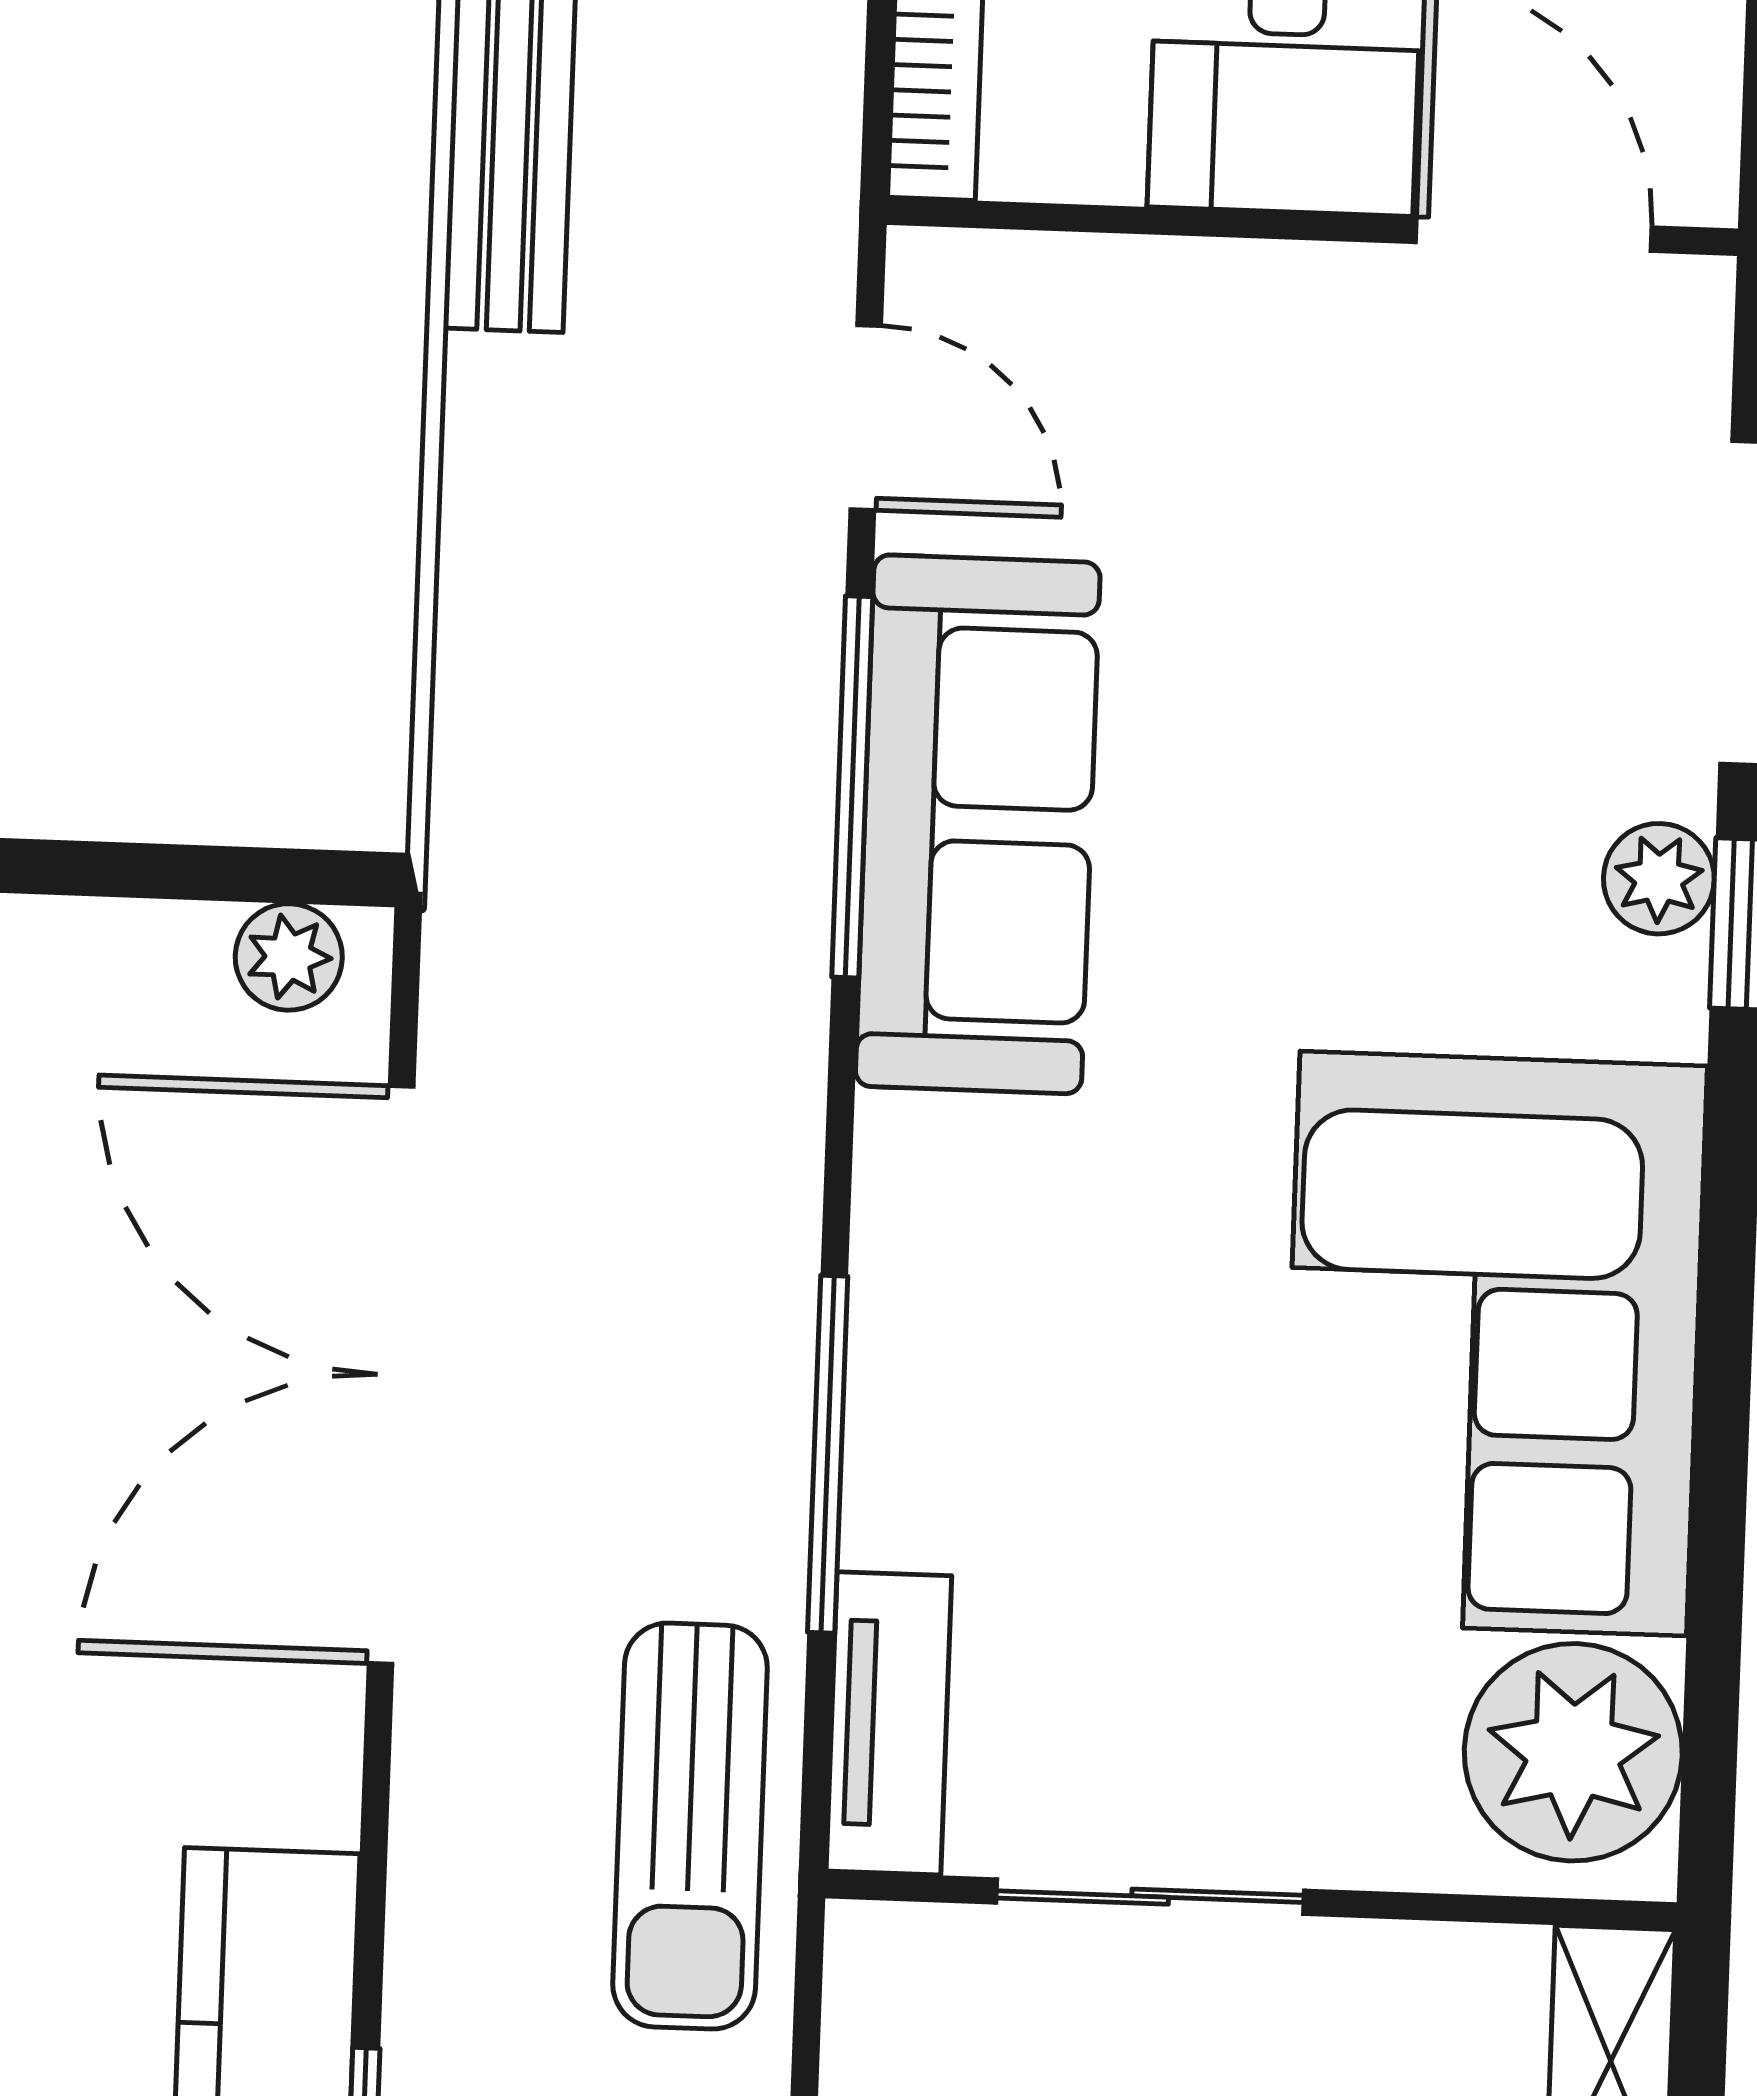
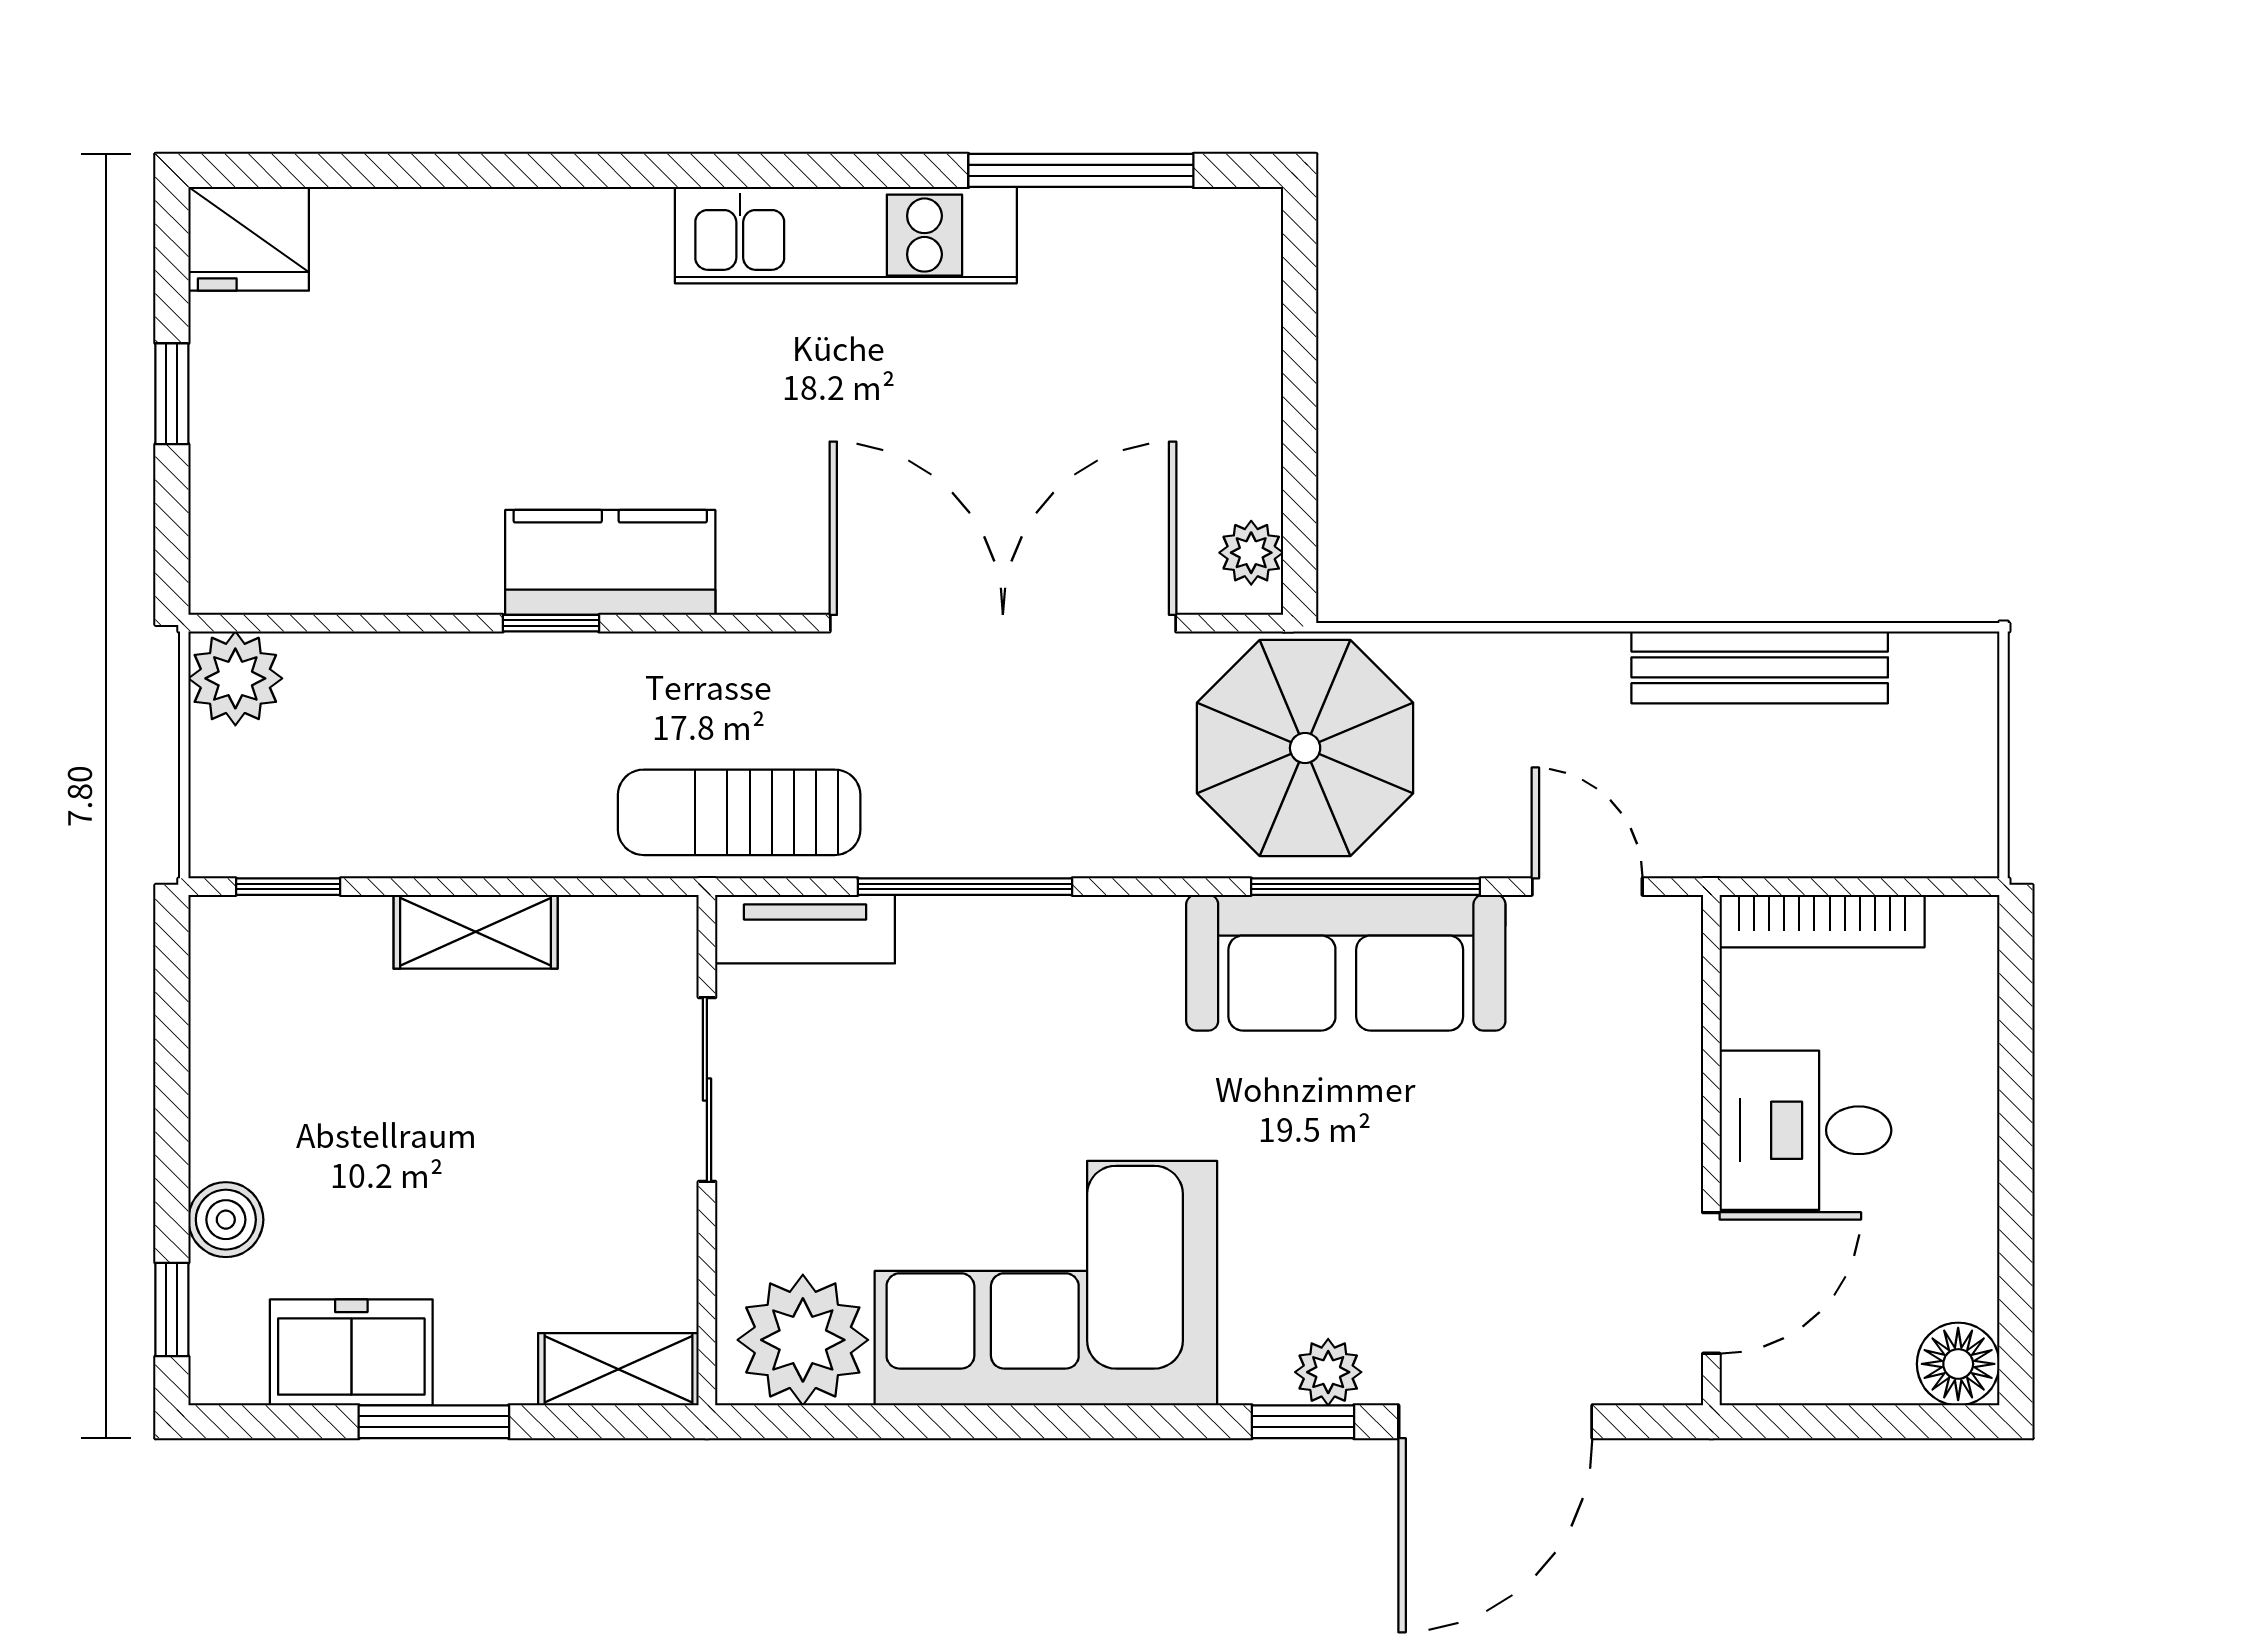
door: (866, 418) -> (1587, 887), swing flipped
parasol: (618, 879) -> (1305, 748), added

